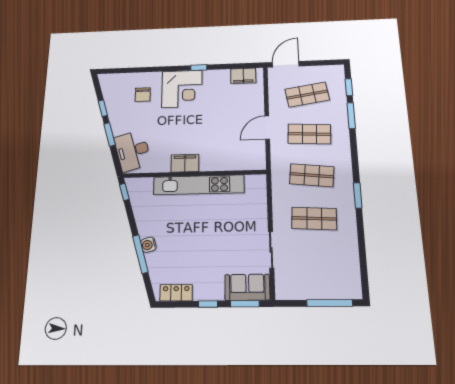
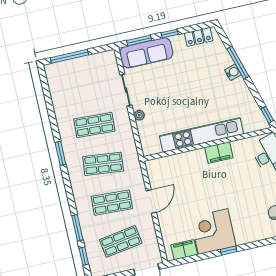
corner desk: (182, 89) -> (213, 232), moved
plant: (262, 219) -> (139, 115), added
sofa: (247, 287) -> (146, 53), width x1.36

